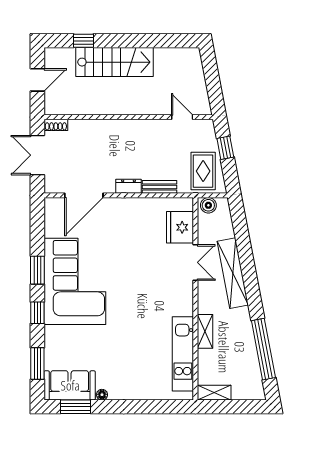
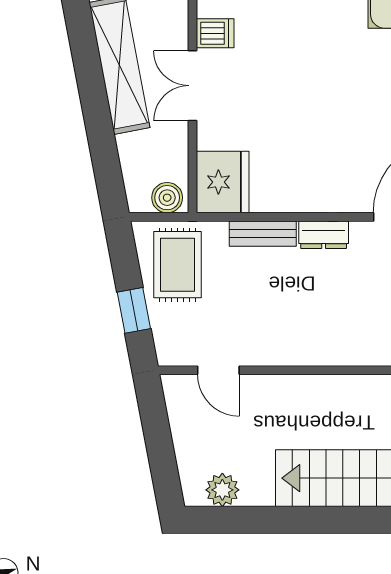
plant: (180, 56) -> (222, 490), added
fridge: (180, 227) -> (223, 182), moved
dishwasher: (184, 289) -> (215, 33), added

